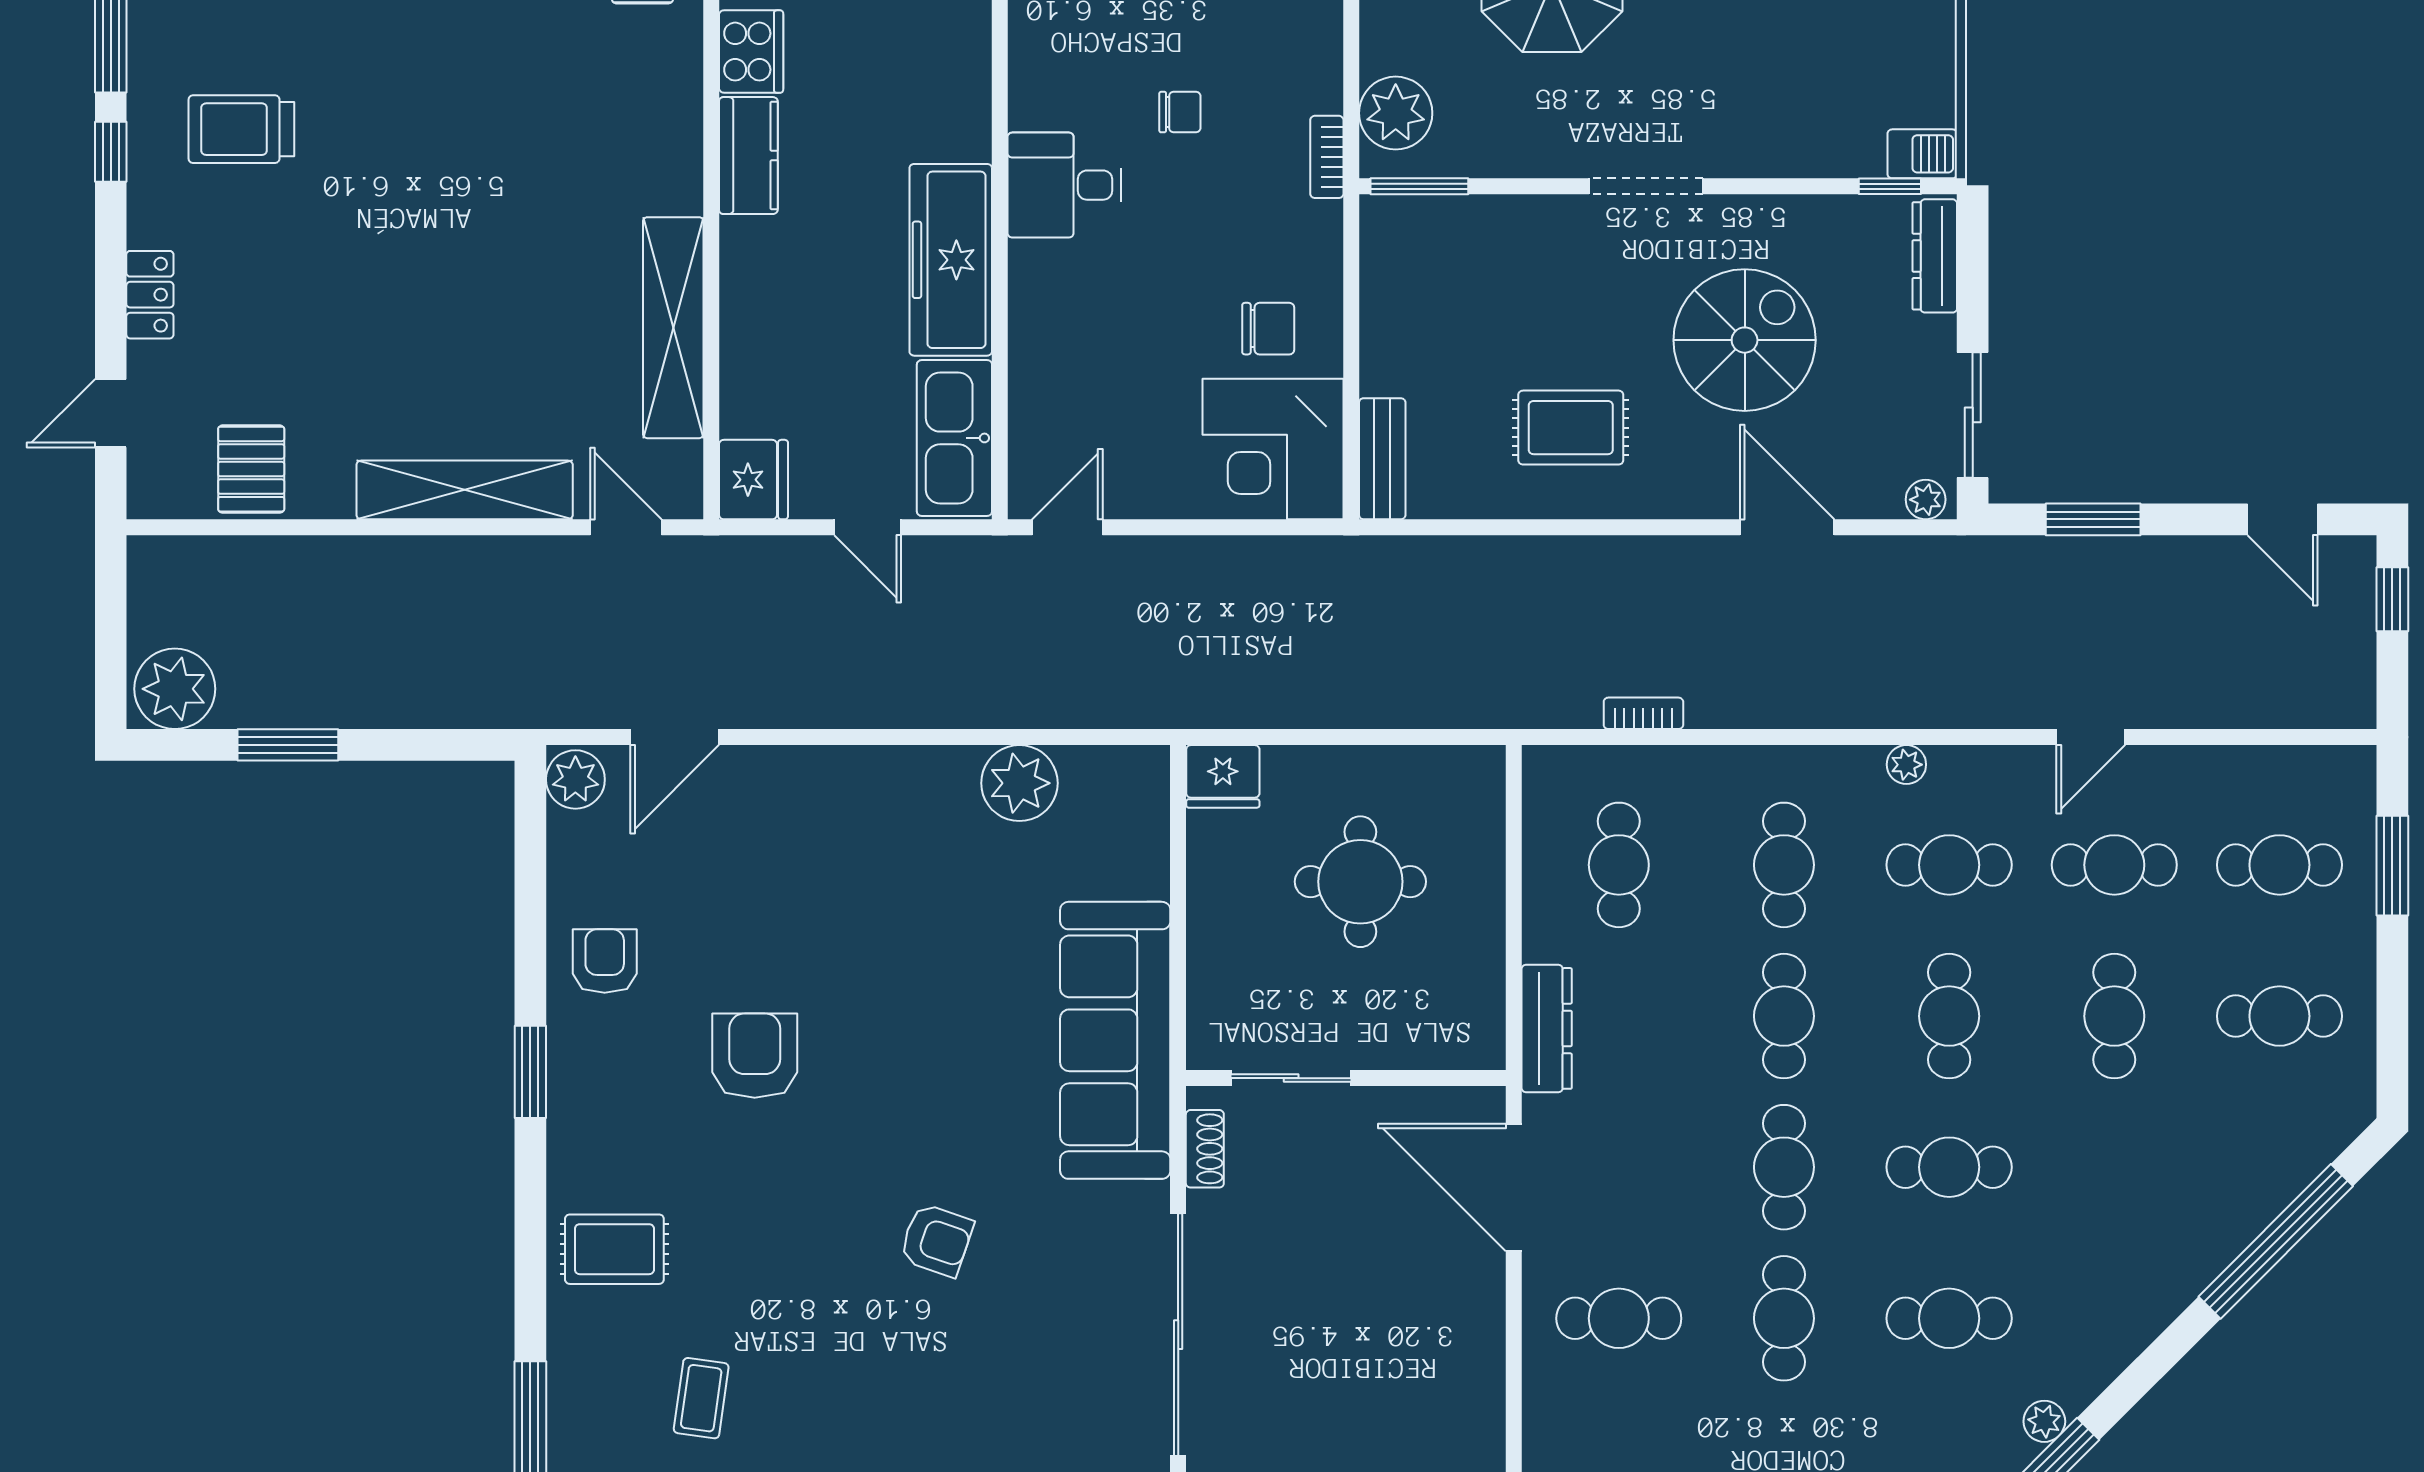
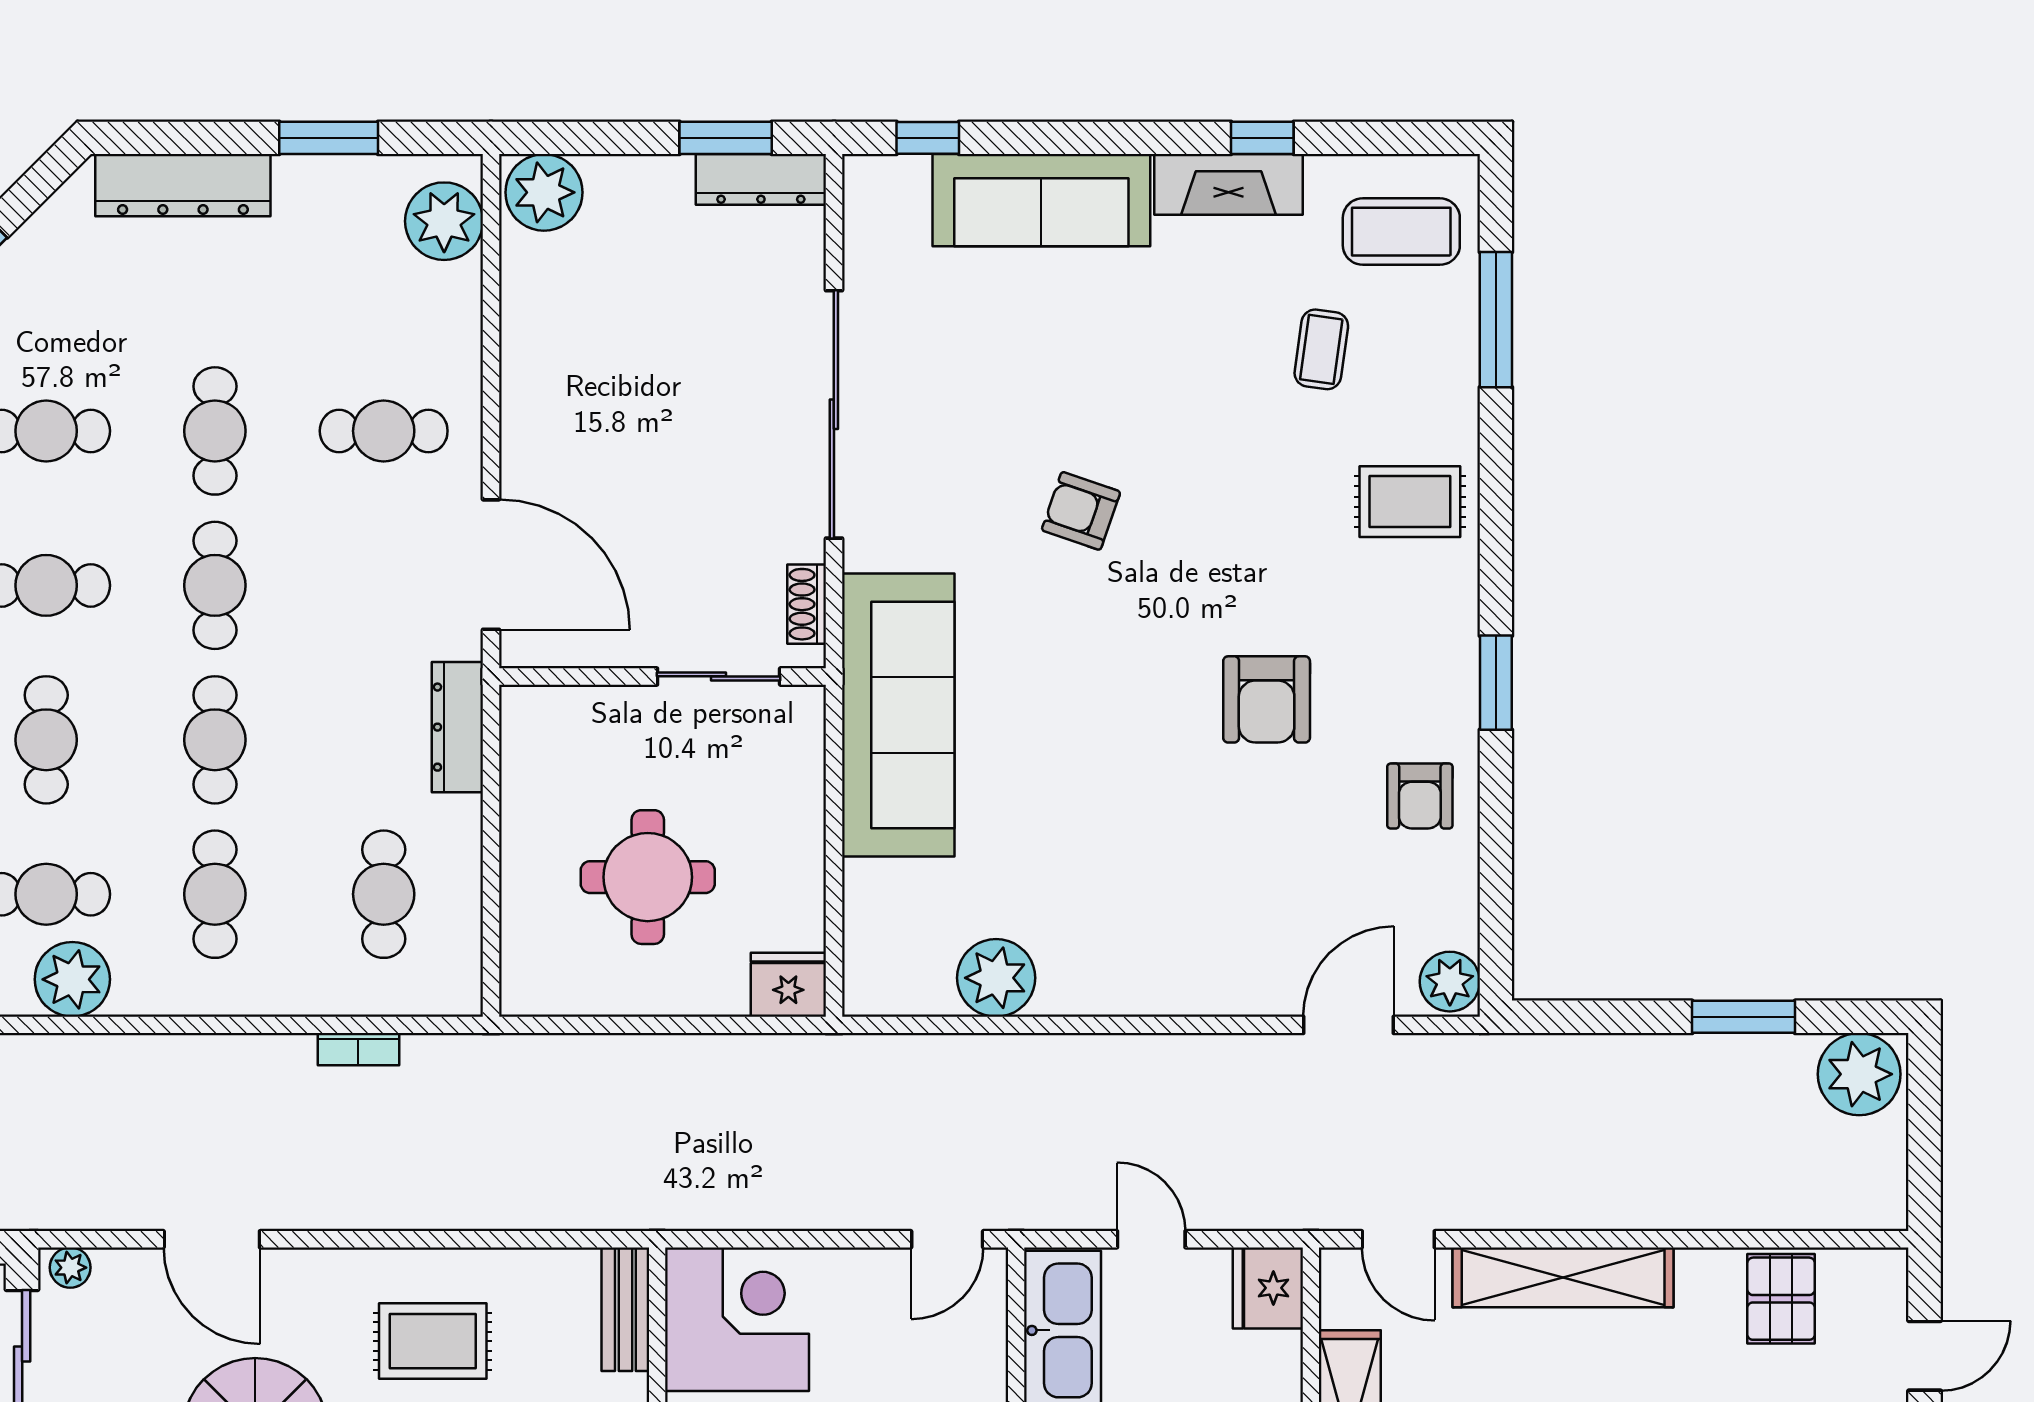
plant: (1906, 765) -> (72, 979), width x1.88, depth x1.88

